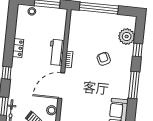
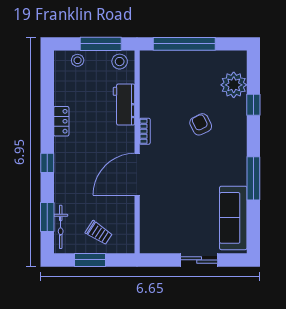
workbench: (57, 52) -> (124, 105), moved
window: (134, 85) -> (253, 178), moved
stool: (51, 110) -> (120, 62), moved

